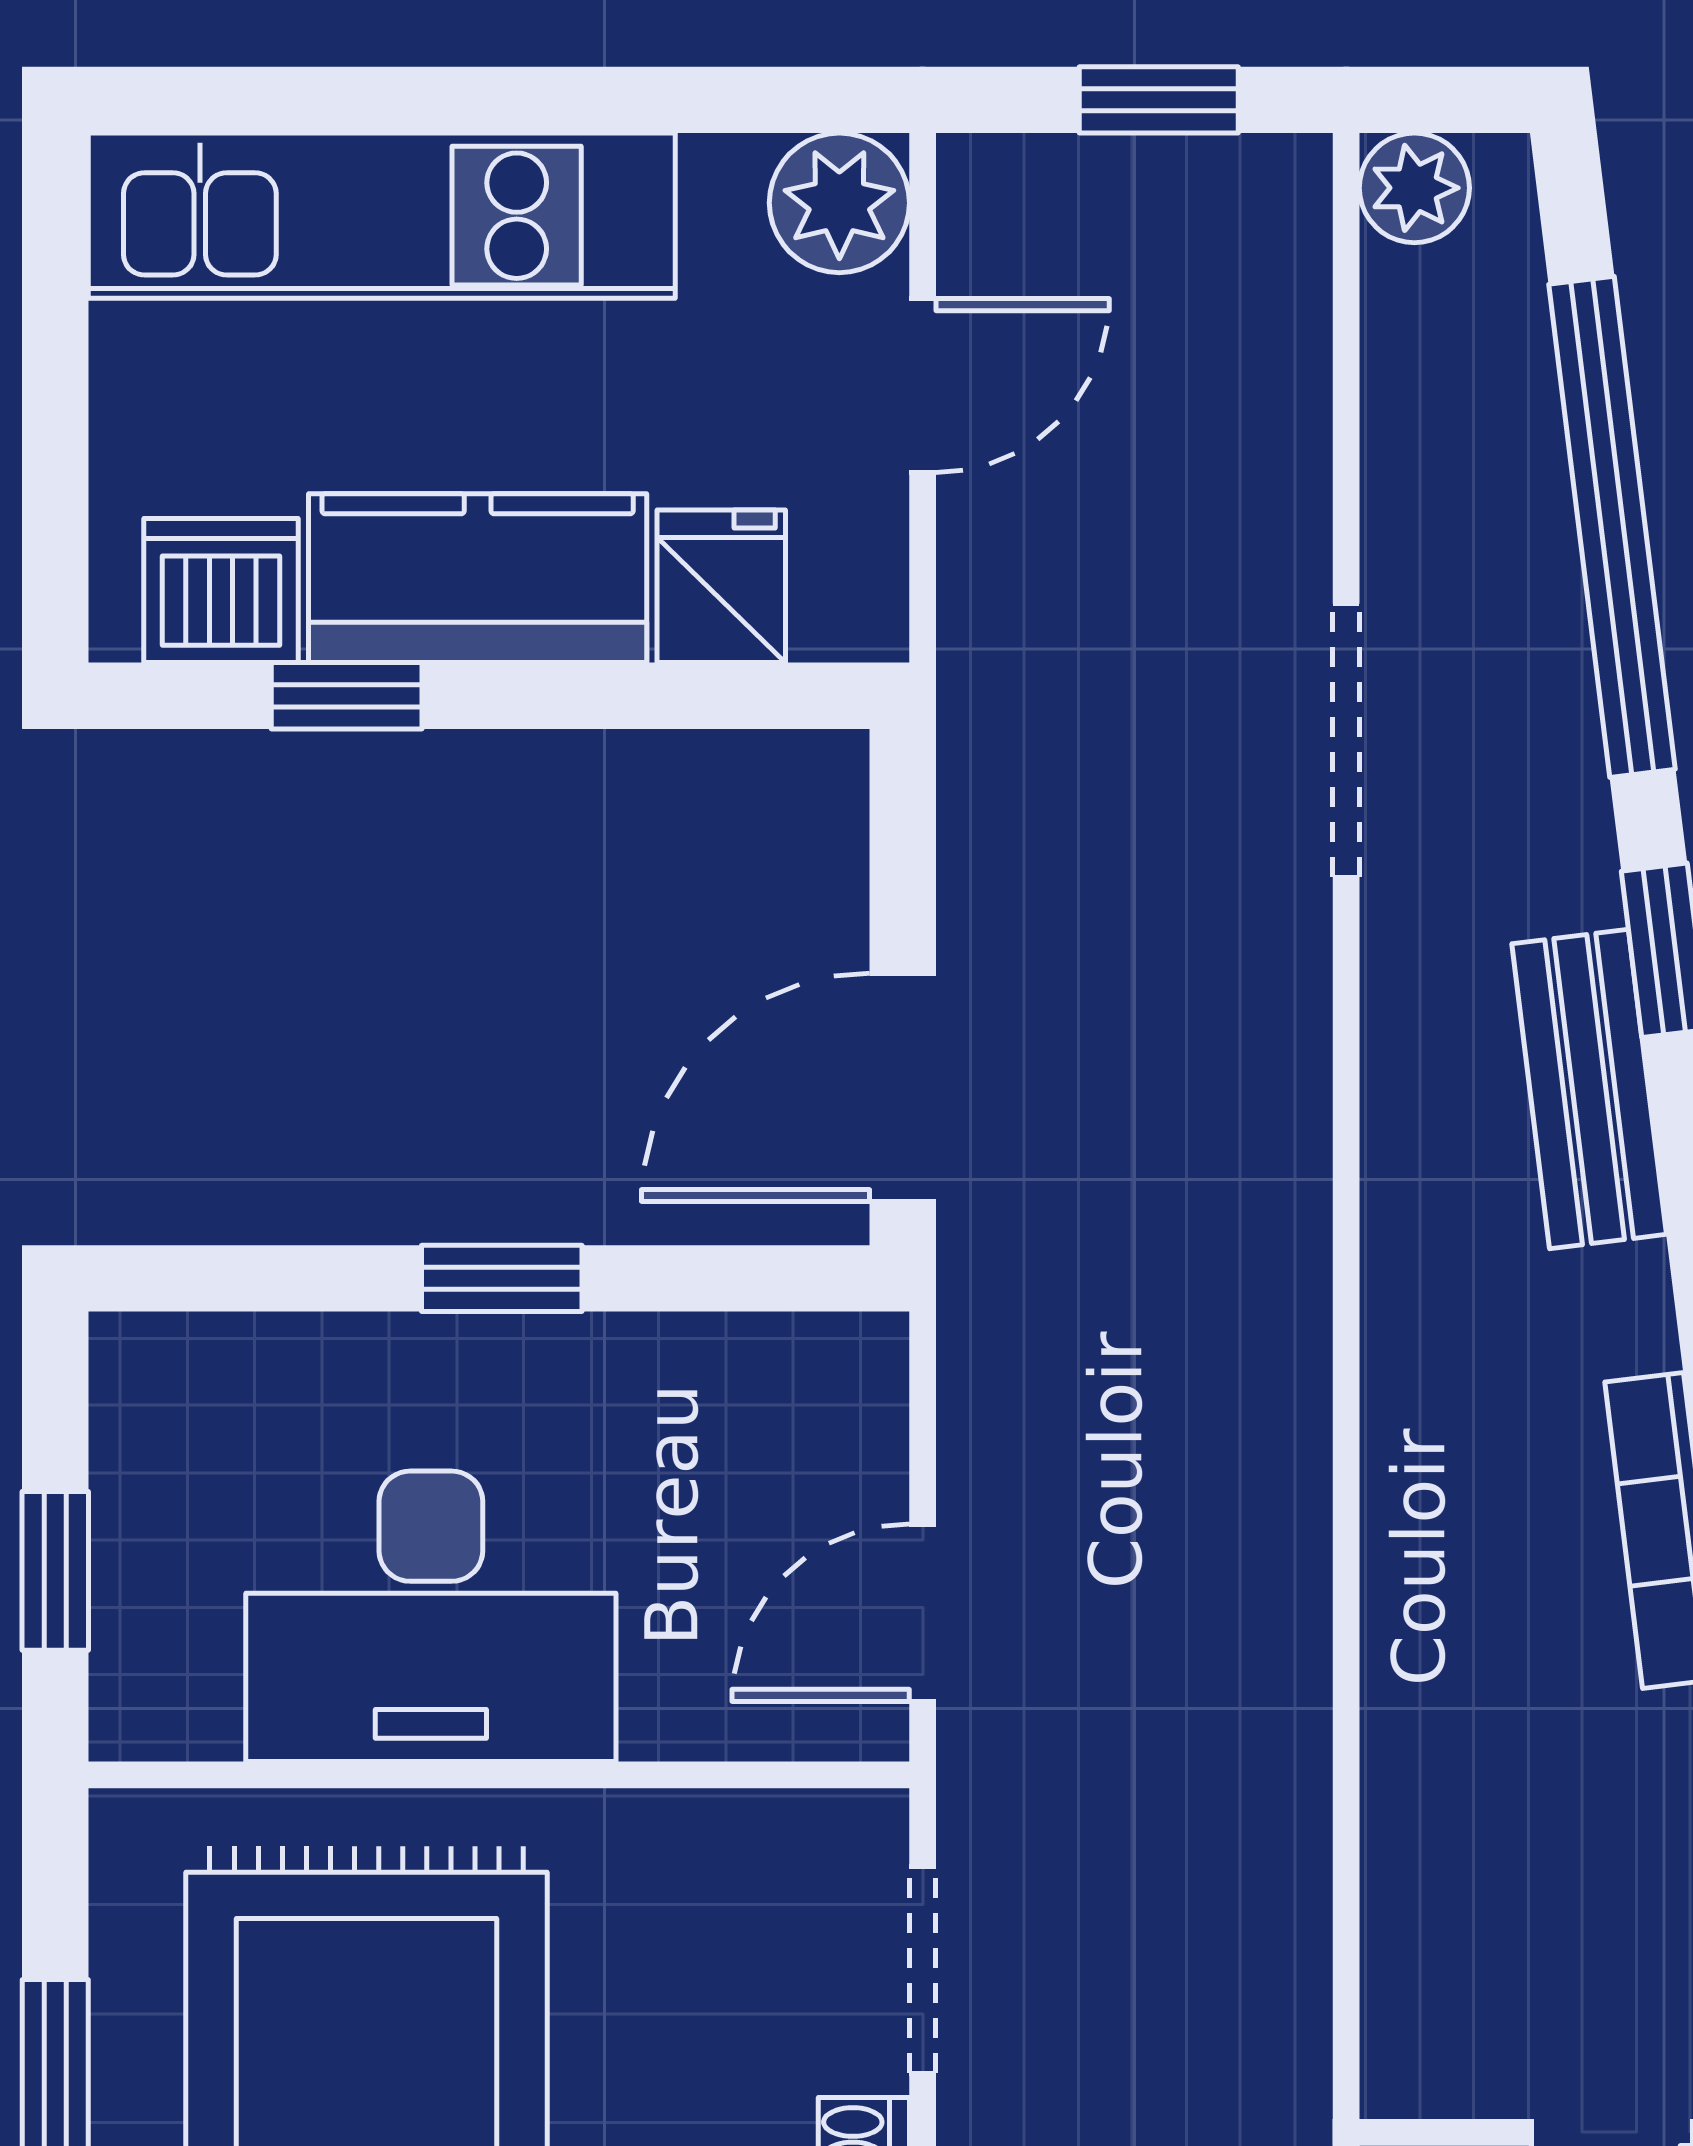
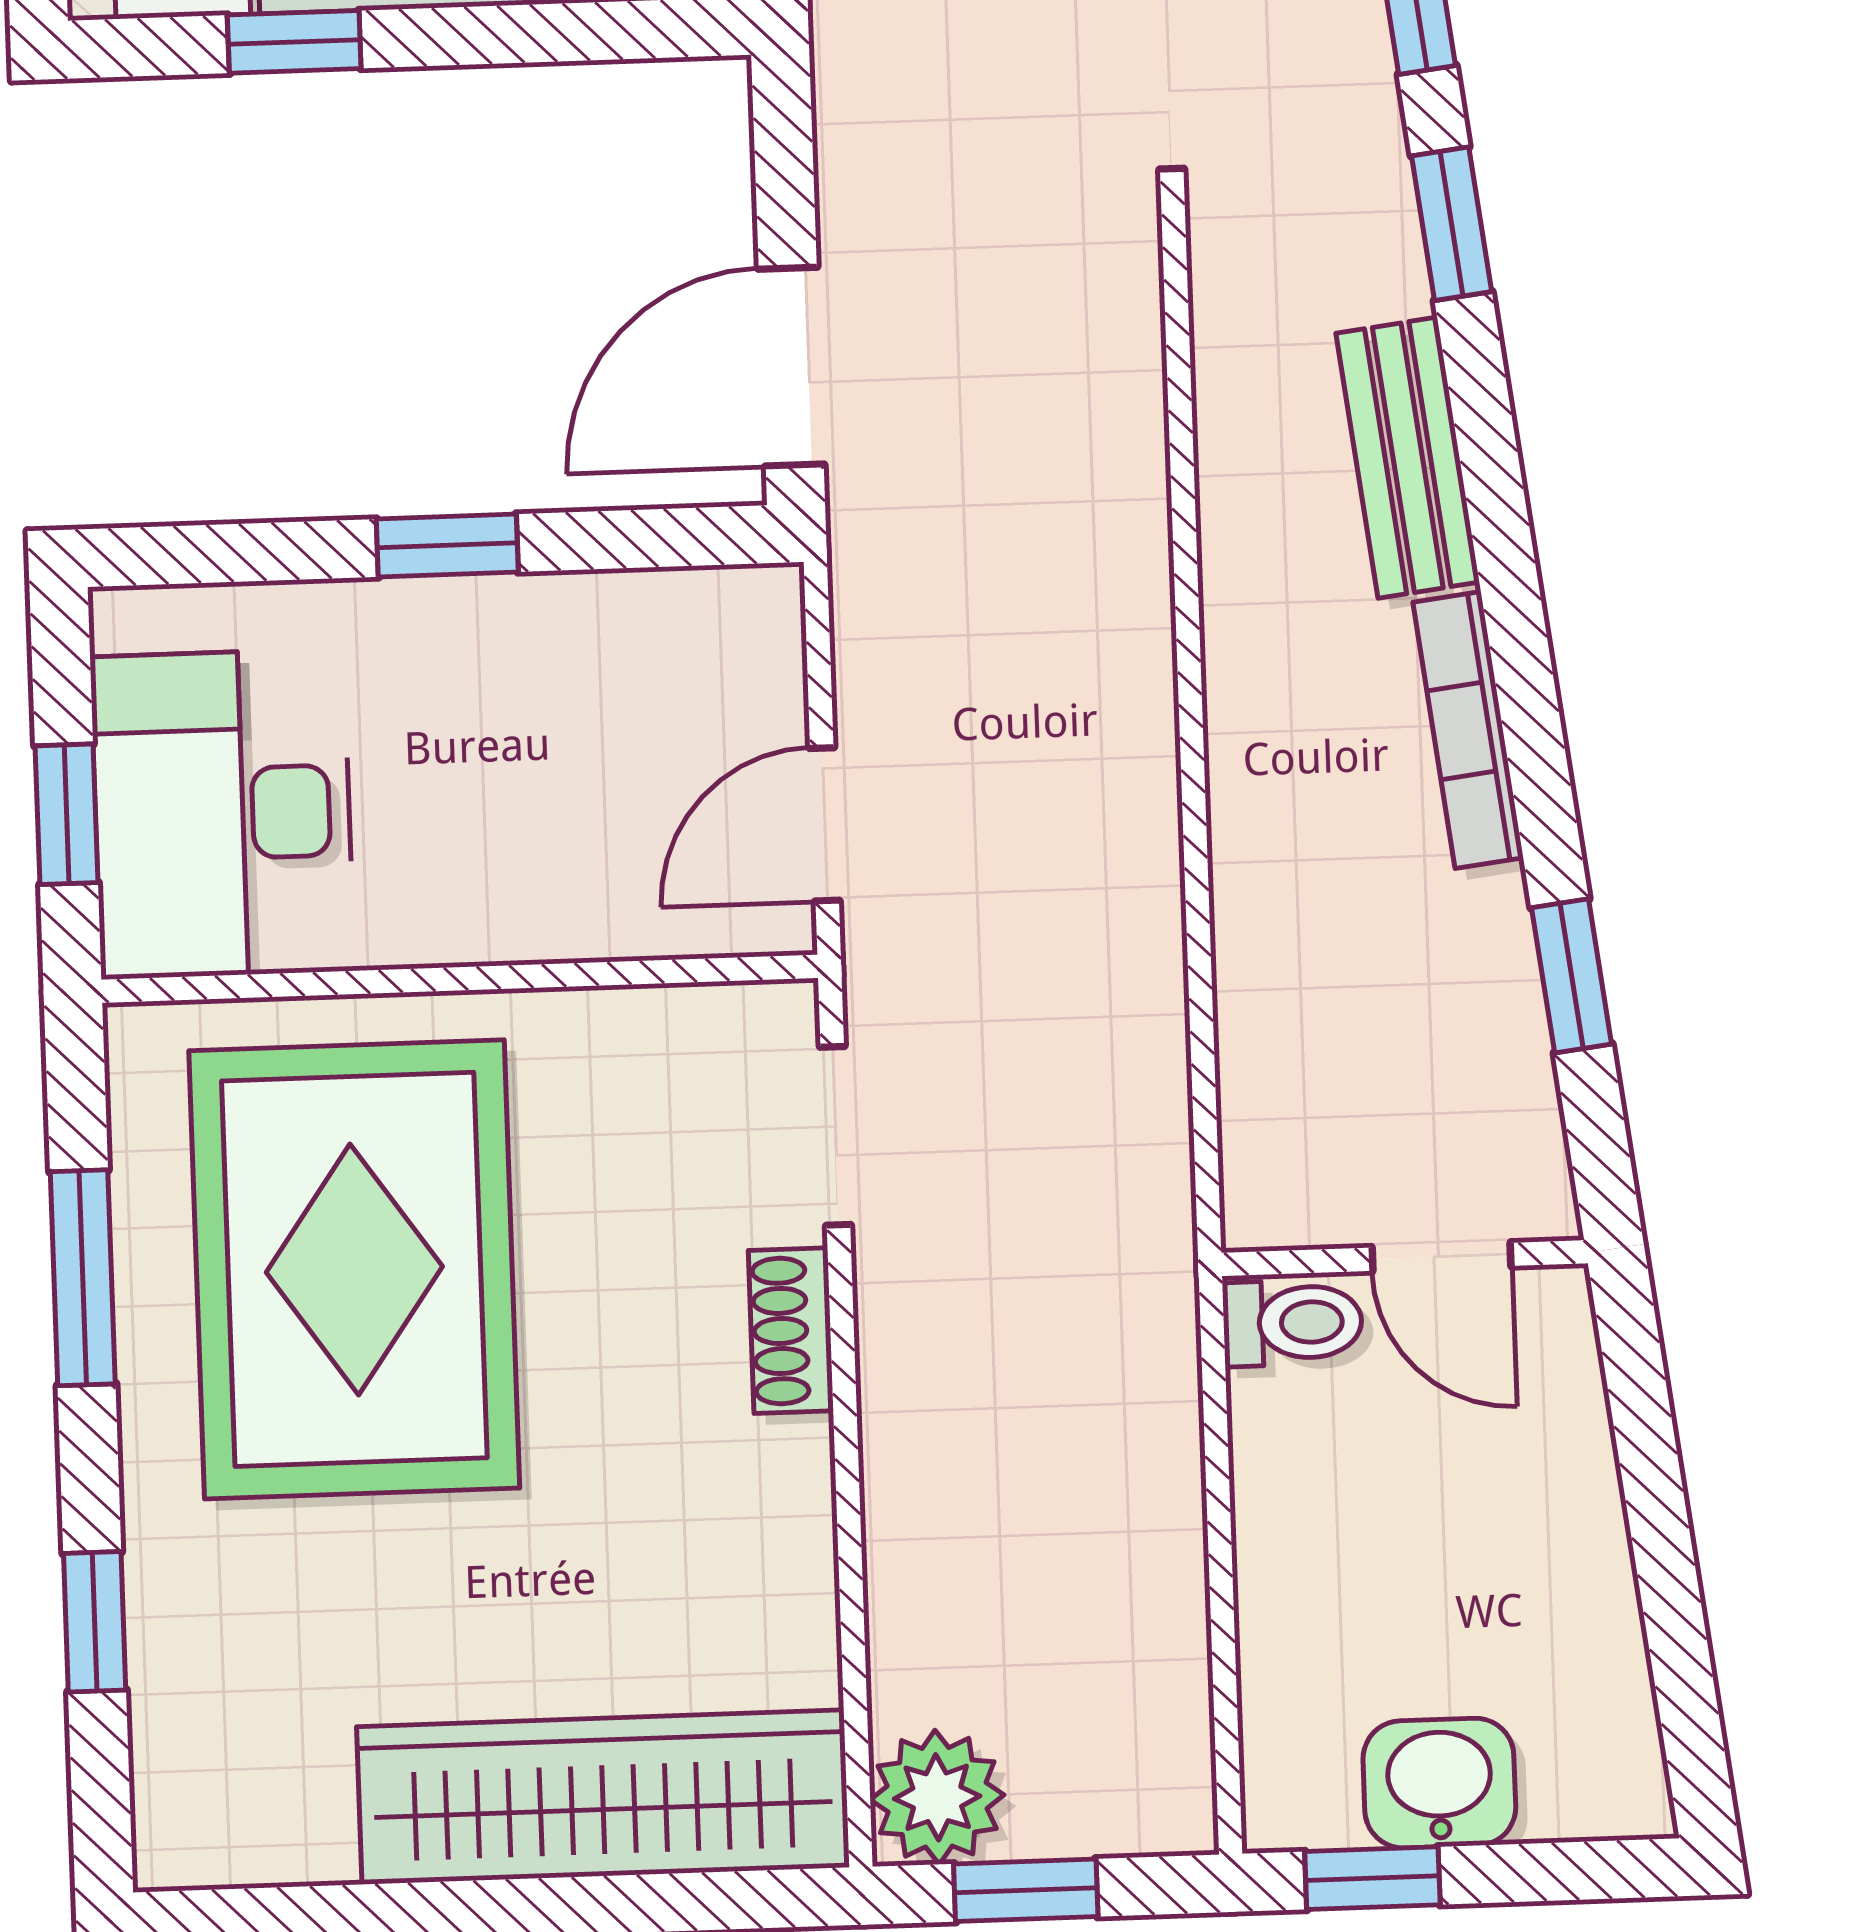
bench: (1589, 1089) -> (1408, 458), moved
desk: (431, 1616) -> (222, 814), moved, turned 90

